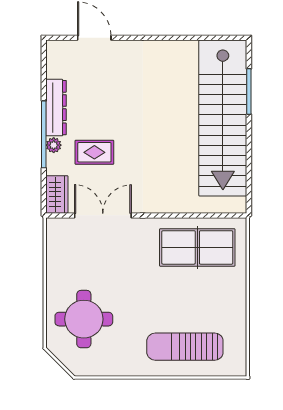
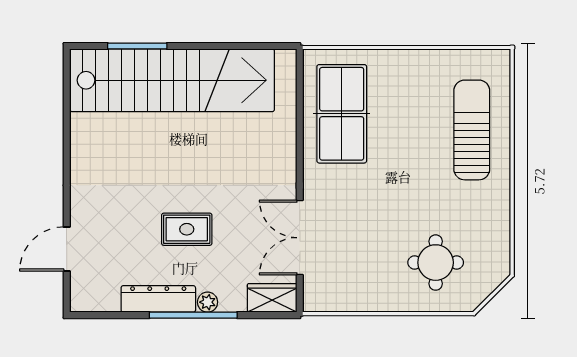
rug: (94, 152) -> (187, 229), moved, turned 90
round table: (84, 319) -> (436, 263), width x0.73, depth x0.73
sun lounger: (185, 347) -> (472, 130), turned 180

